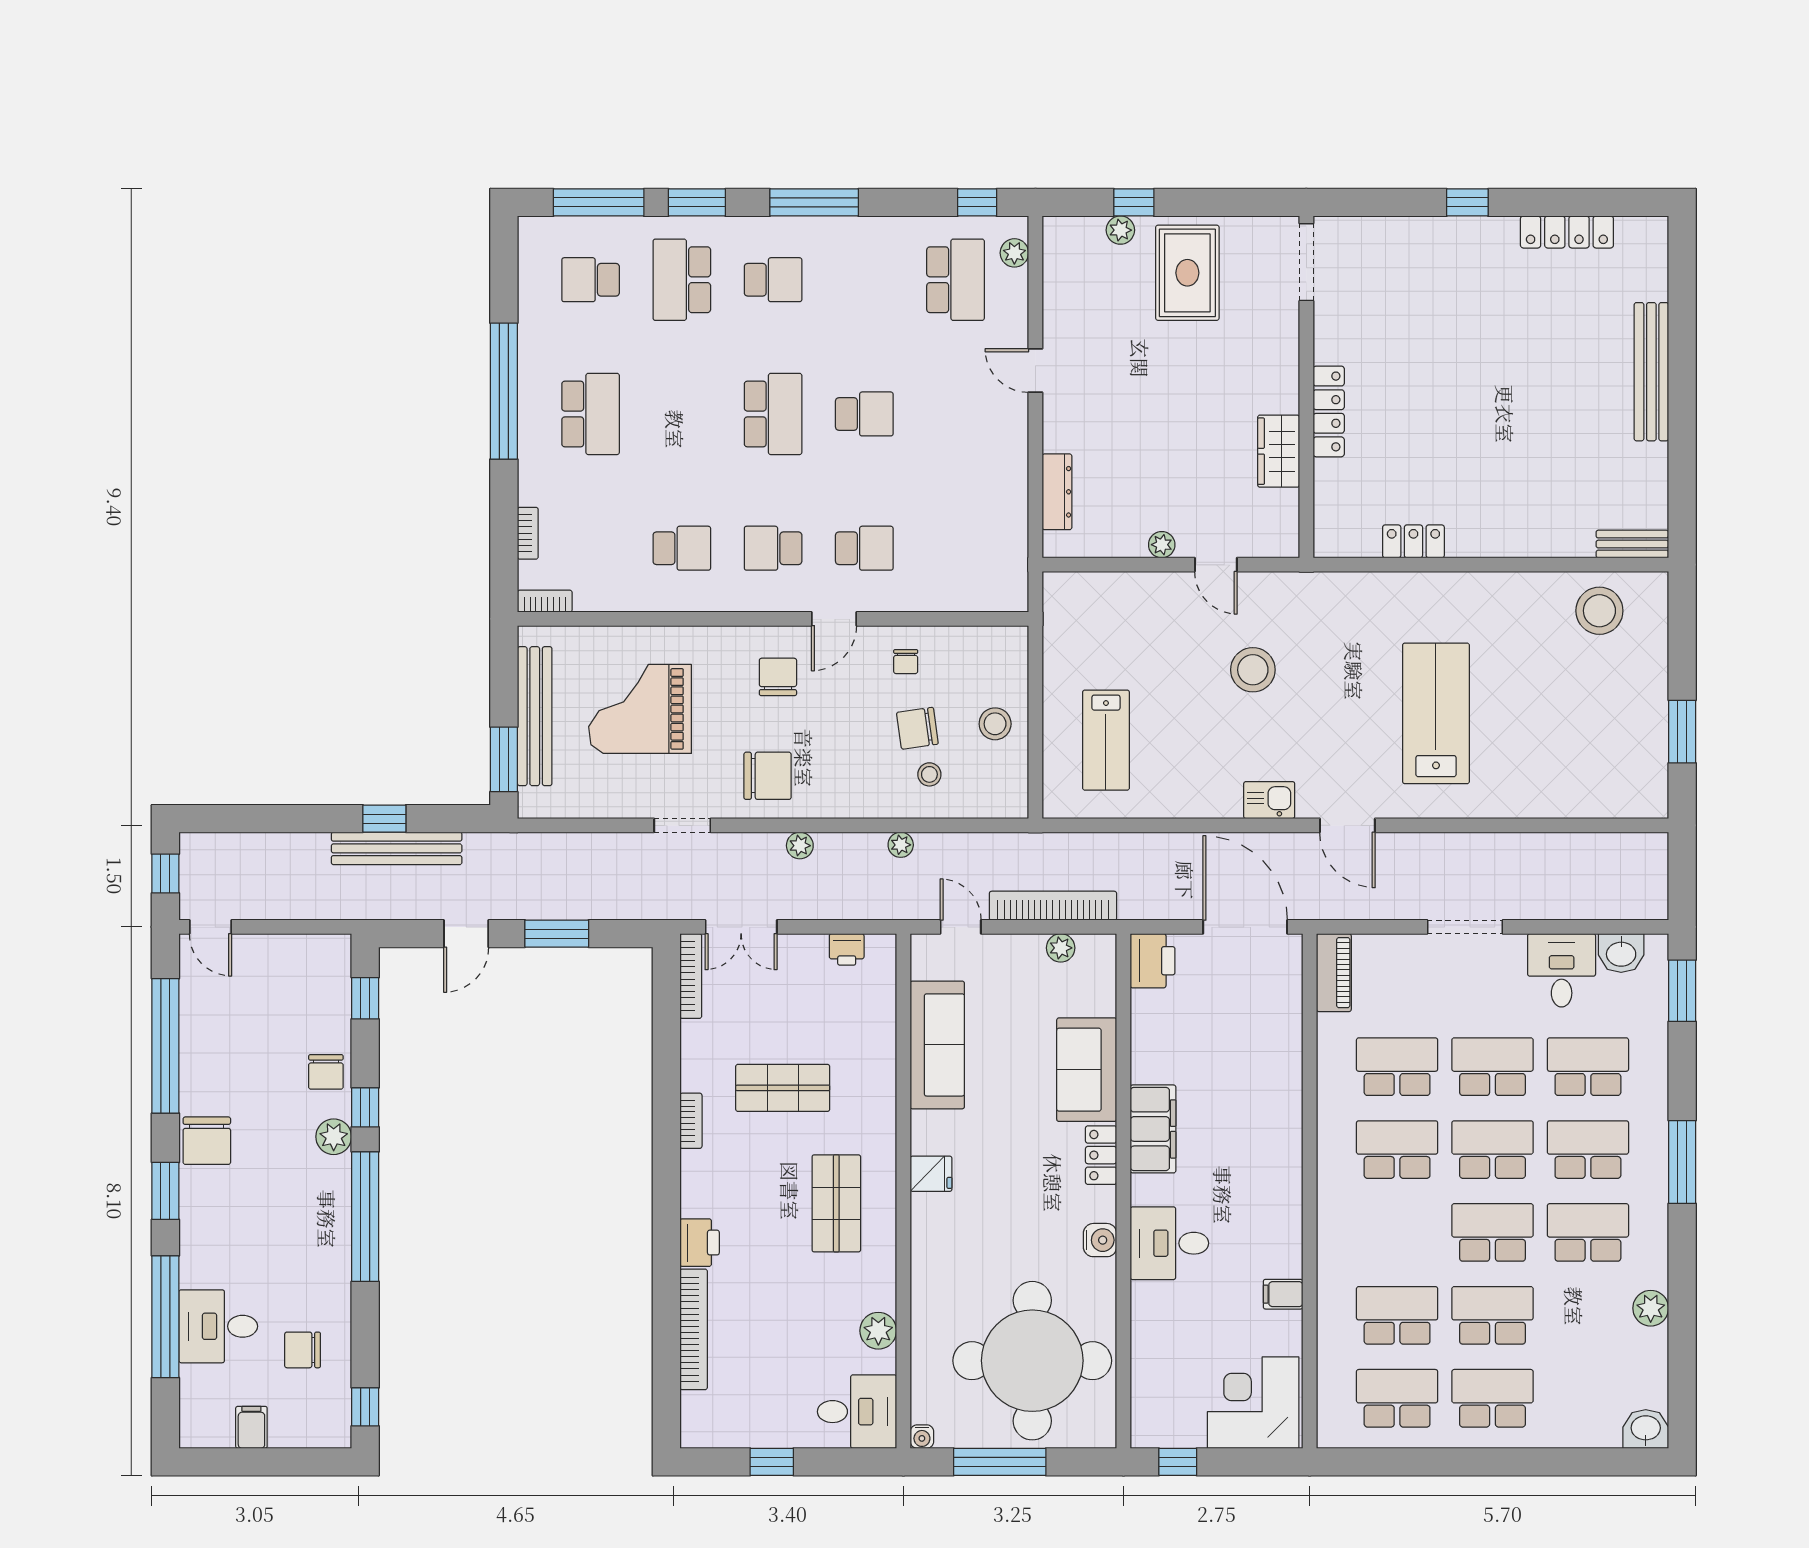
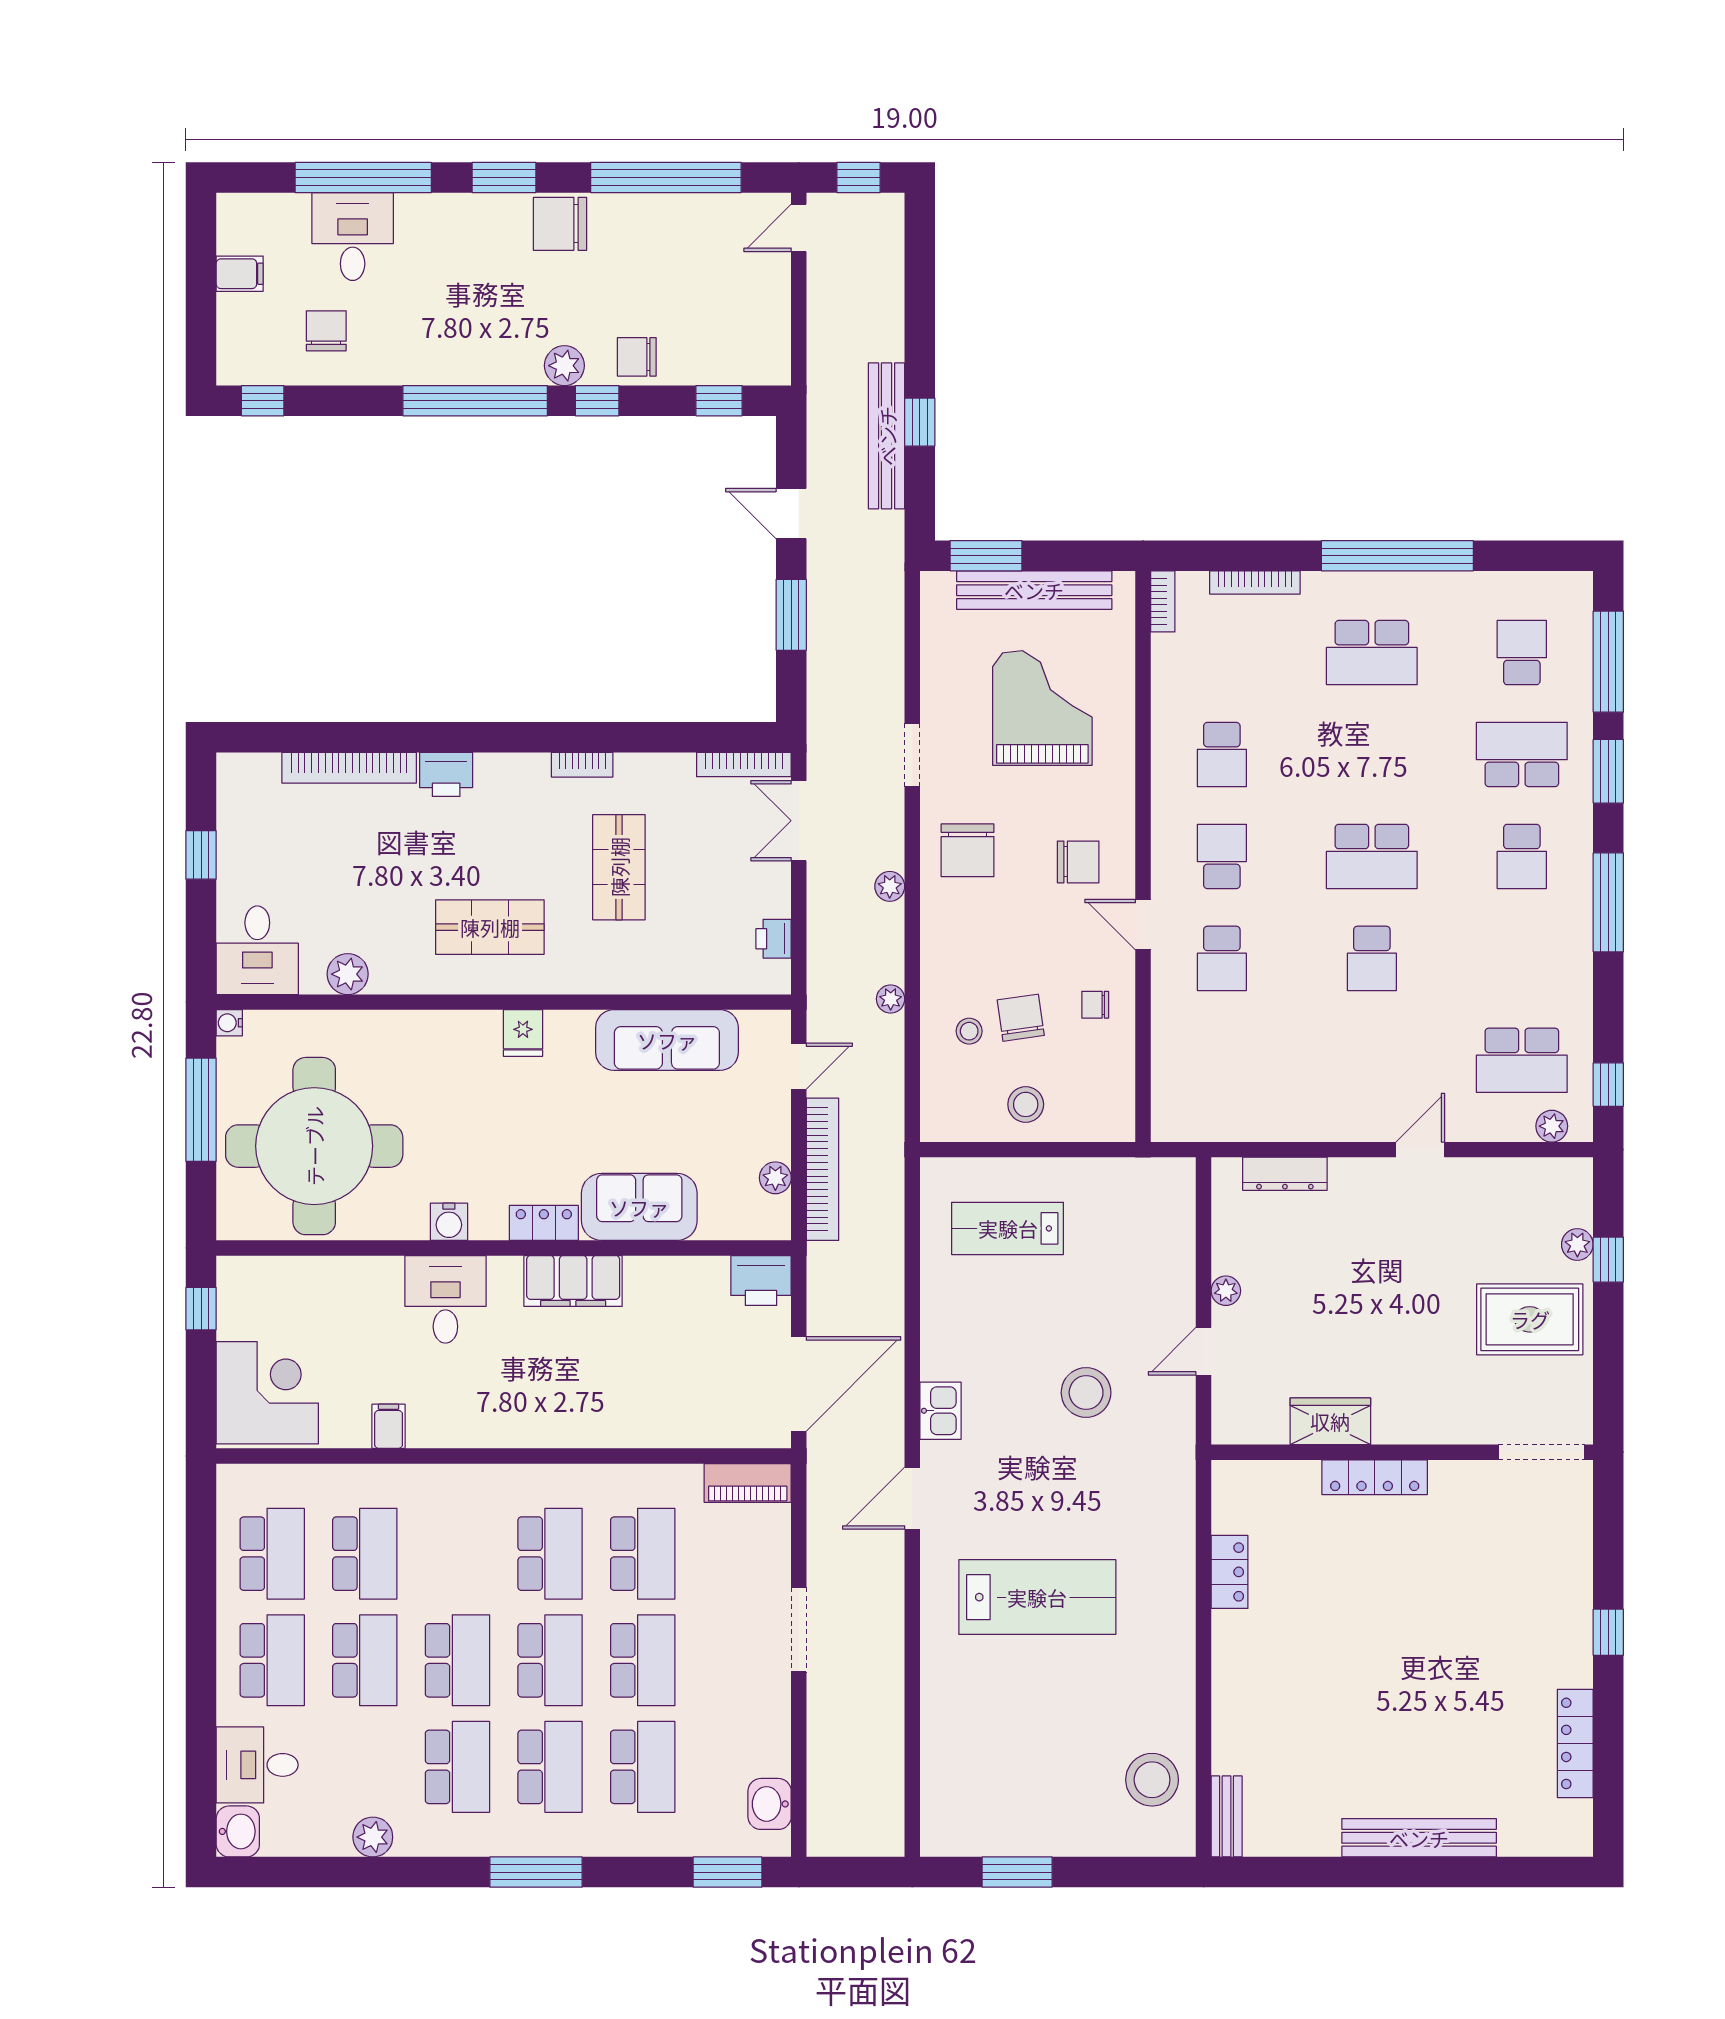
bookcase: (528, 533) -> (1255, 582), width x1.56
desk: (1562, 970) -> (257, 1765), moved, turned 180

